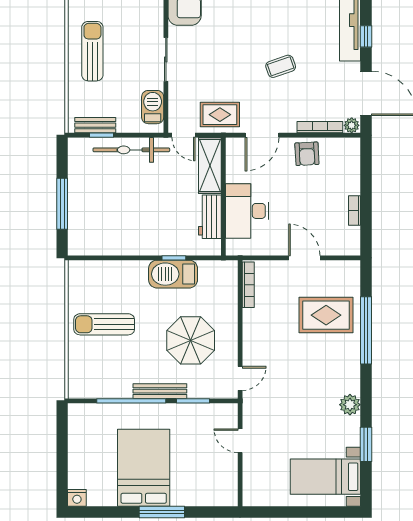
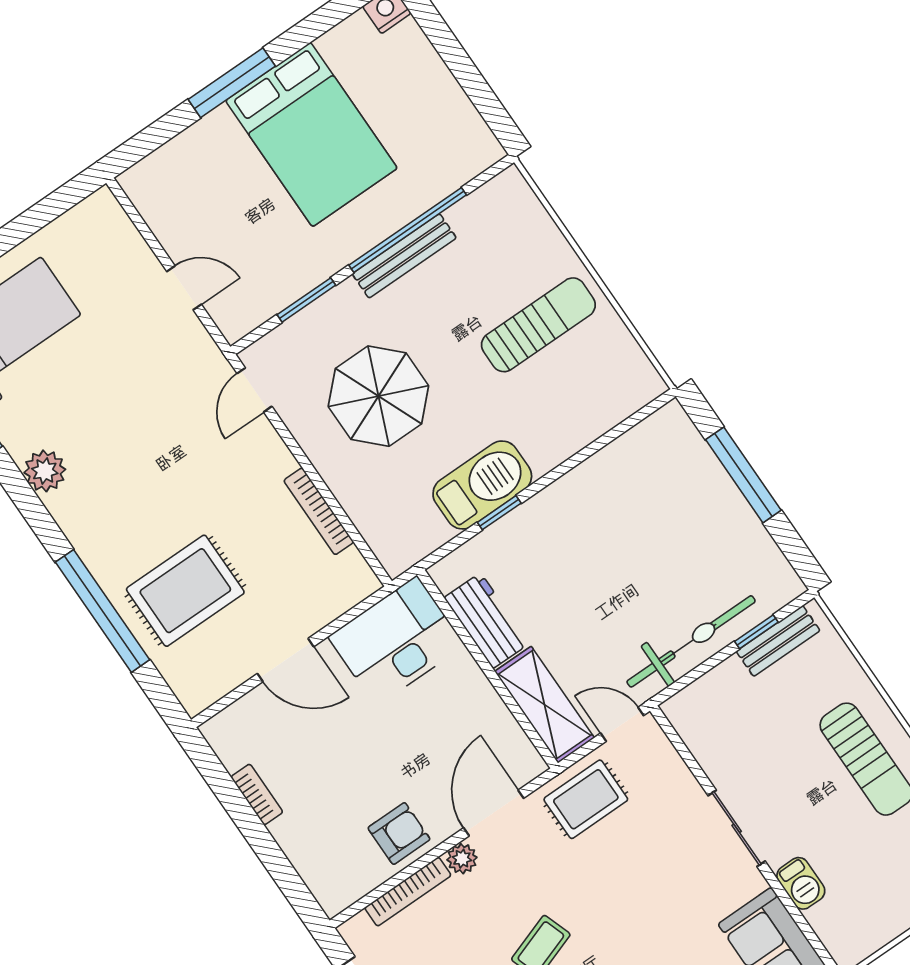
barbecue: (153, 107) -> (801, 883), moved, width x0.73, depth x0.79
plant: (352, 125) -> (462, 859), moved
armchair: (307, 154) -> (399, 834), turned 93
desk: (247, 211) -> (396, 641), moved, turned -90
bookcase: (248, 285) -> (319, 511), moved
bench: (160, 391) -> (404, 256), moved

